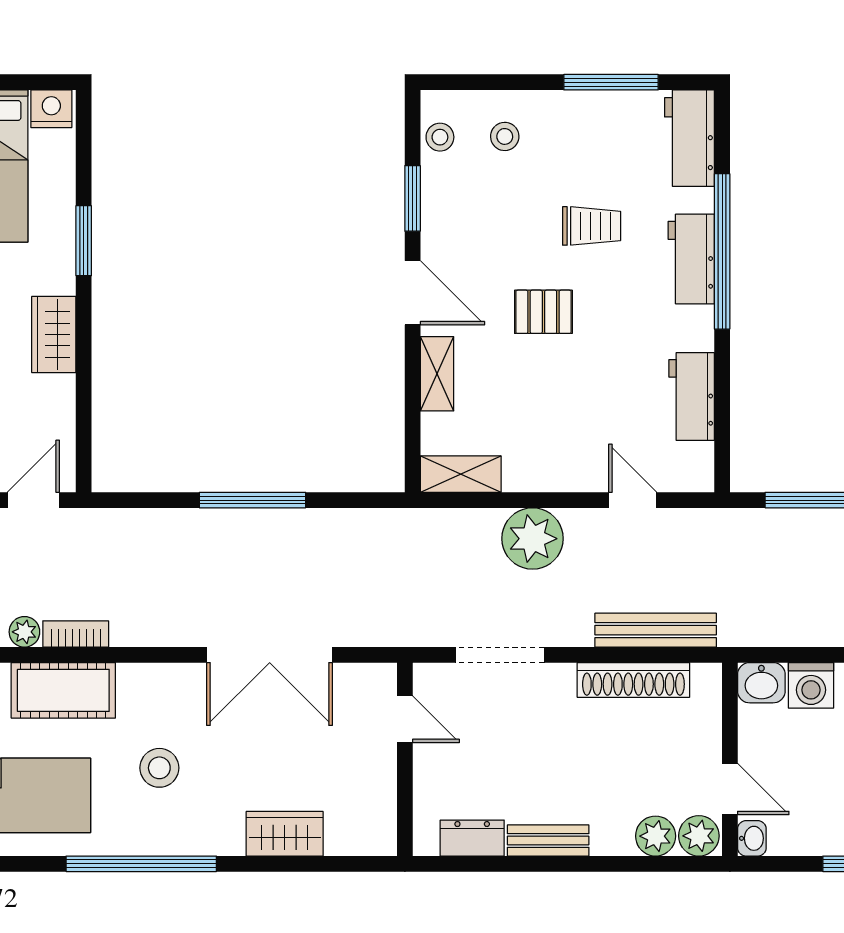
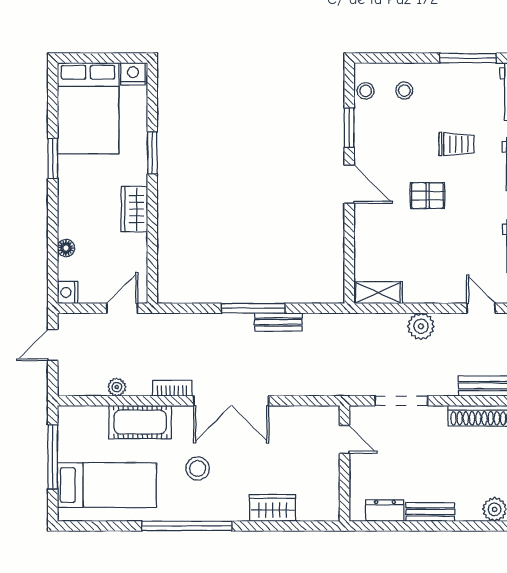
shelving: (437, 374) -> (364, 233), removed
bench: (294, 523) -> (278, 322), added
plant: (533, 539) -> (421, 326), width x0.73, depth x0.73
bookcase: (76, 634) -> (172, 388), moved
double door: (270, 655) -> (231, 401), moved

